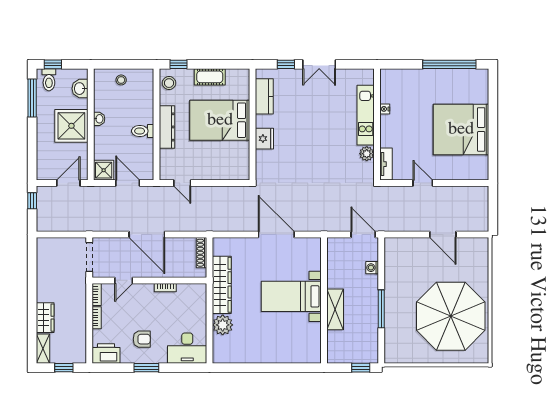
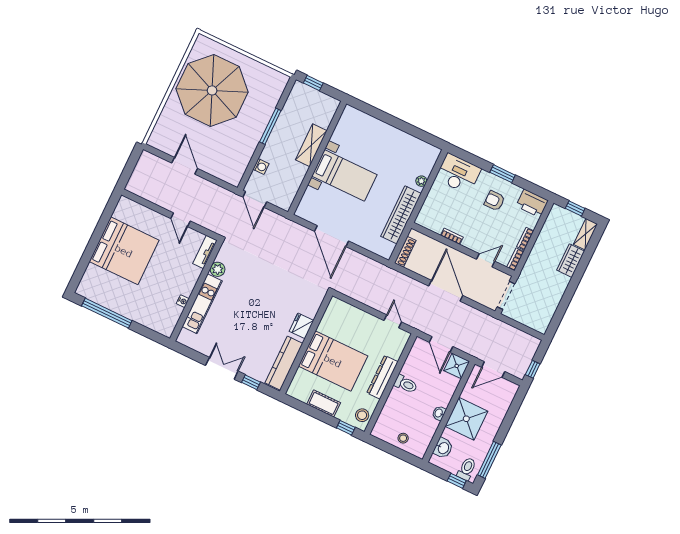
kitchen counter: (264, 96) -> (284, 363), width x1.50
plant: (223, 325) -> (421, 181), width x0.53, depth x0.53

